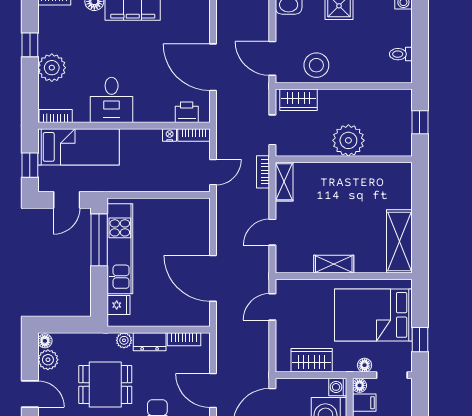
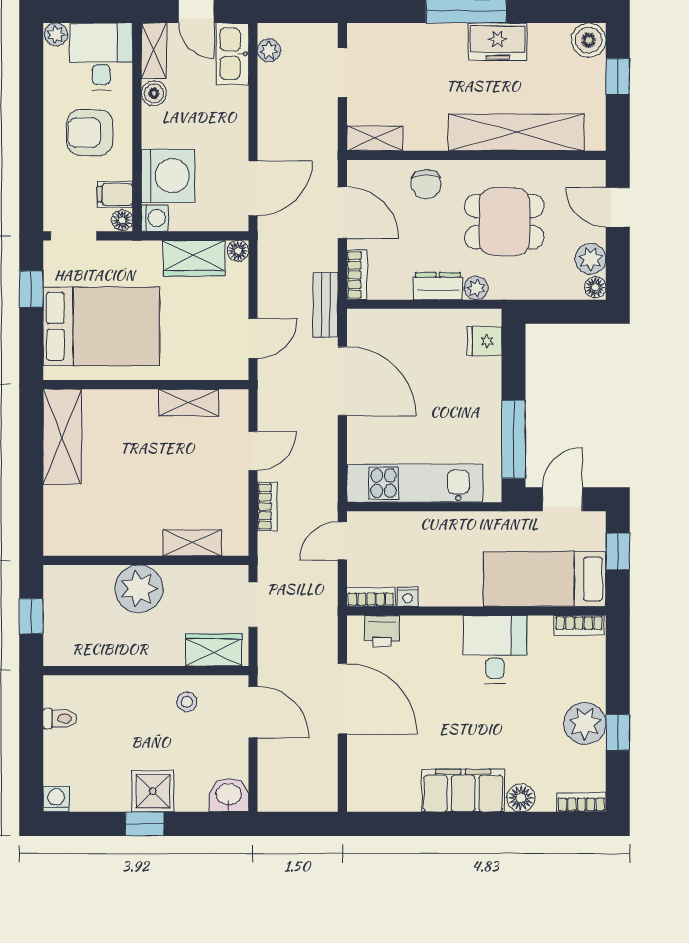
stool: (316, 65) -> (187, 702), width x0.53, depth x0.53
plant: (52, 68) -> (585, 723), moved
bookcase: (263, 172) -> (267, 506), moved
shelving: (284, 182) -> (192, 543), moved, turned 90
kitchen unit: (120, 249) -> (415, 483), moved, turned 90
shelving: (334, 264) -> (189, 403), moved
bench: (224, 329) -> (326, 305), added
bookcase: (184, 339) -> (357, 275), moved, turned 90
floor lamp: (365, 365) -> (238, 251), moved

